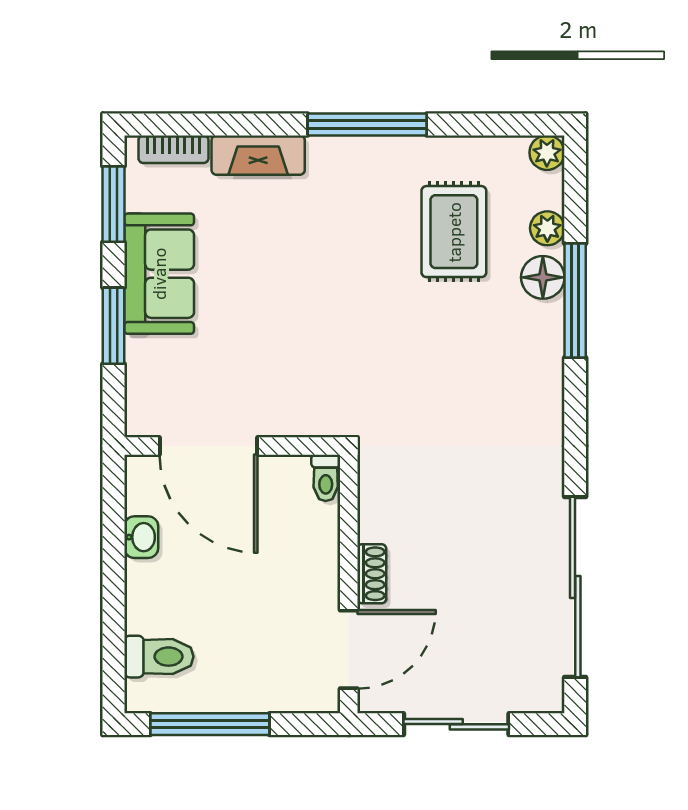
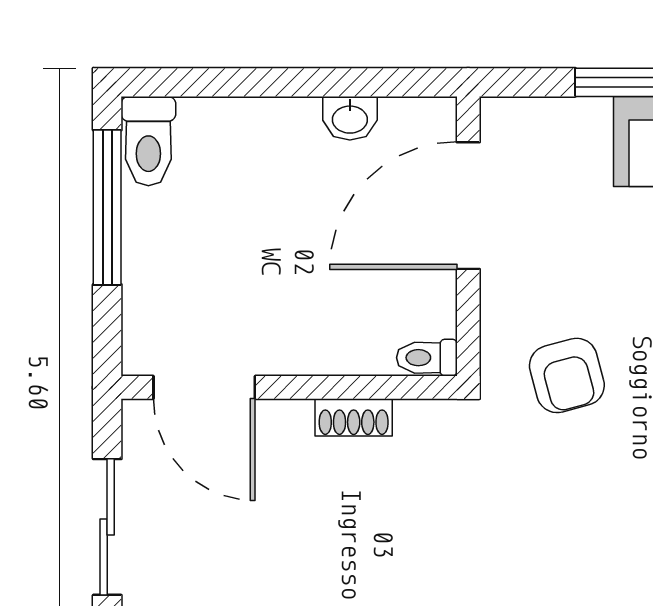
armchair: (339, 370) -> (567, 375), added
shoe rack: (372, 574) -> (354, 417), moved
toilet: (159, 657) -> (148, 141), moved

